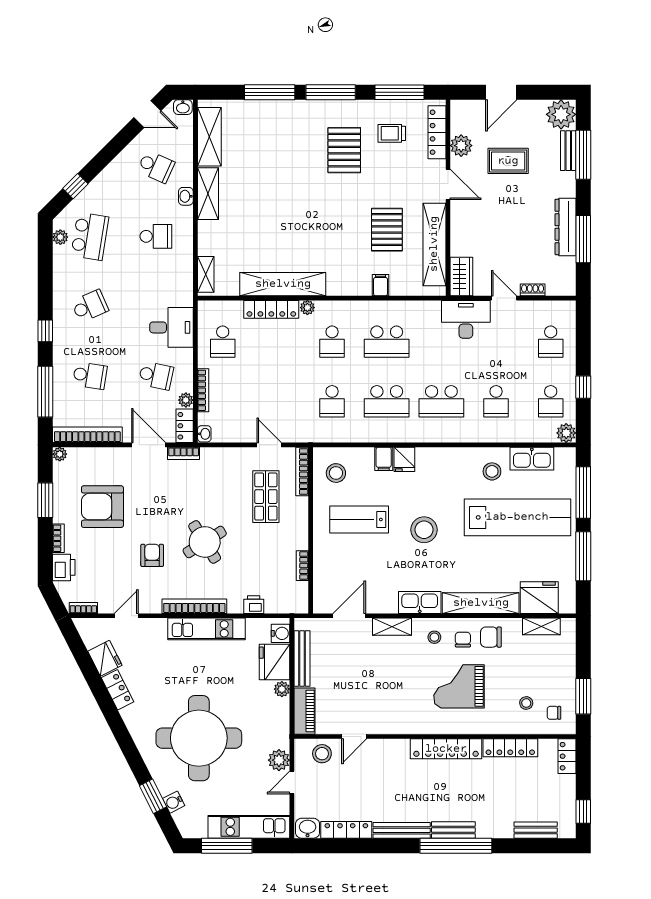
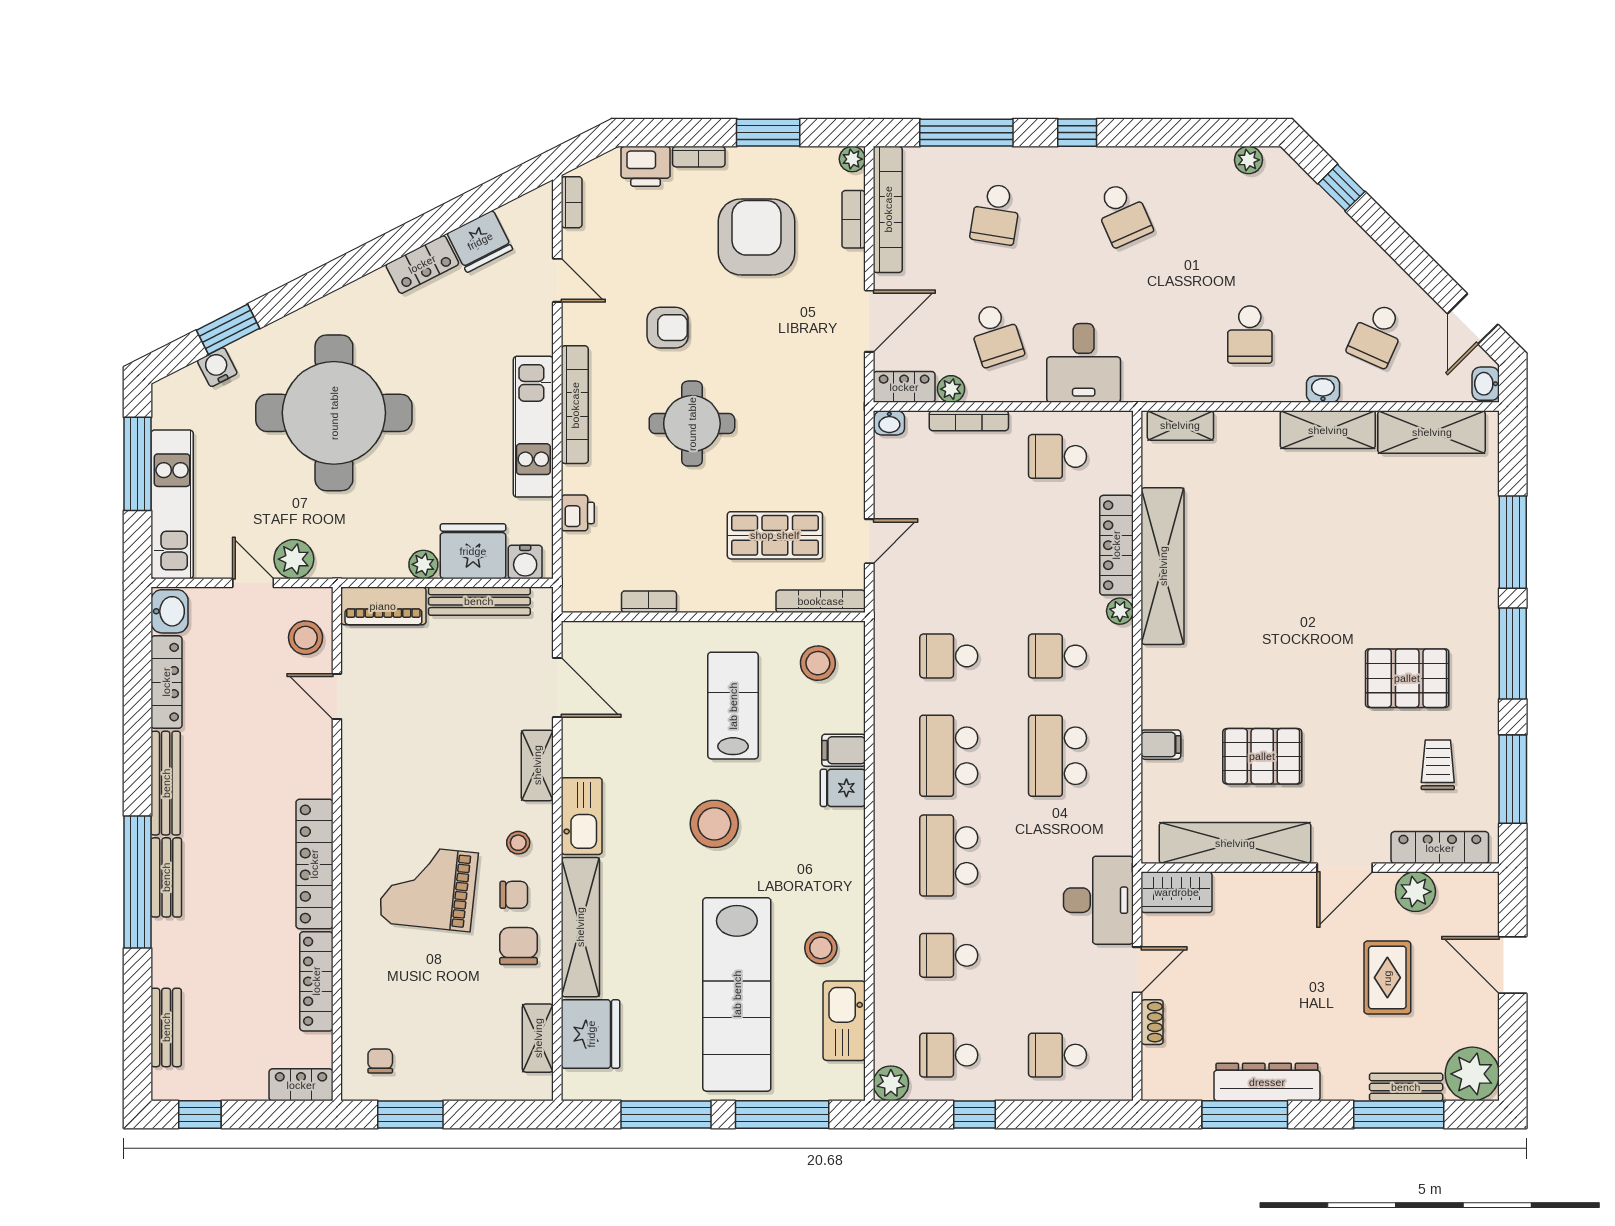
school desk: (90, 236) -> (1250, 214), removed
school desk: (156, 376) -> (996, 335), turned -30
bookcase: (184, 453) -> (854, 219), moved
round table: (205, 542) -> (692, 424), turned 32
grand piano: (459, 686) -> (428, 888), turned -84
stool: (526, 703) -> (398, 1010), removed

